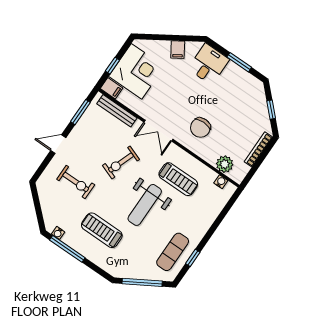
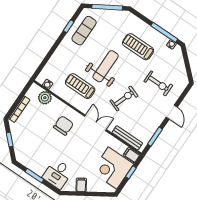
door: (58, 144) -> (172, 112), hinge flipped
exercise bike: (76, 182) -> (158, 83), turned 180
treadmill: (102, 230) -> (138, 47), turned 180

